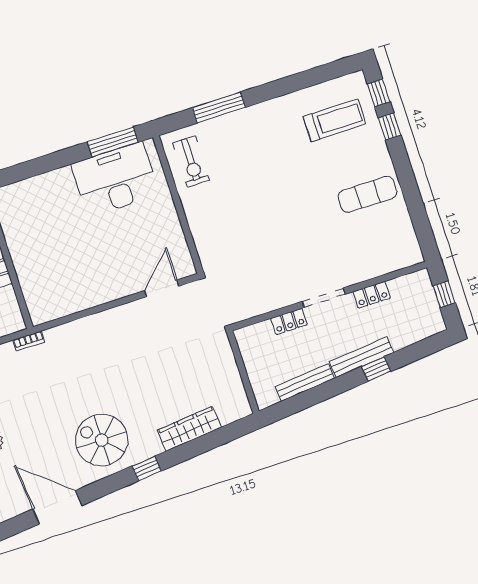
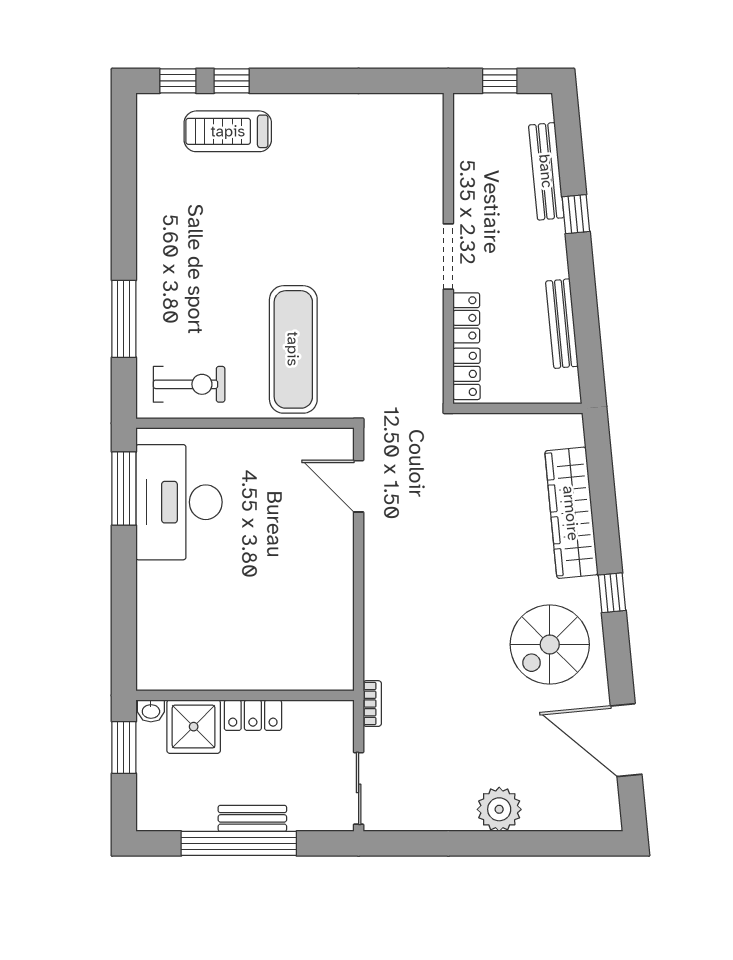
treadmill: (334, 120) -> (228, 131), moved, turned -90
exercise mat: (367, 194) -> (293, 349), moved, width x1.36, depth x1.45
locker: (372, 295) -> (466, 374), moved
bench: (361, 357) -> (546, 171), moved
wardrobe: (189, 429) -> (571, 513), width x1.40, depth x1.17
door: (57, 507) -> (626, 740), hinge flipped

